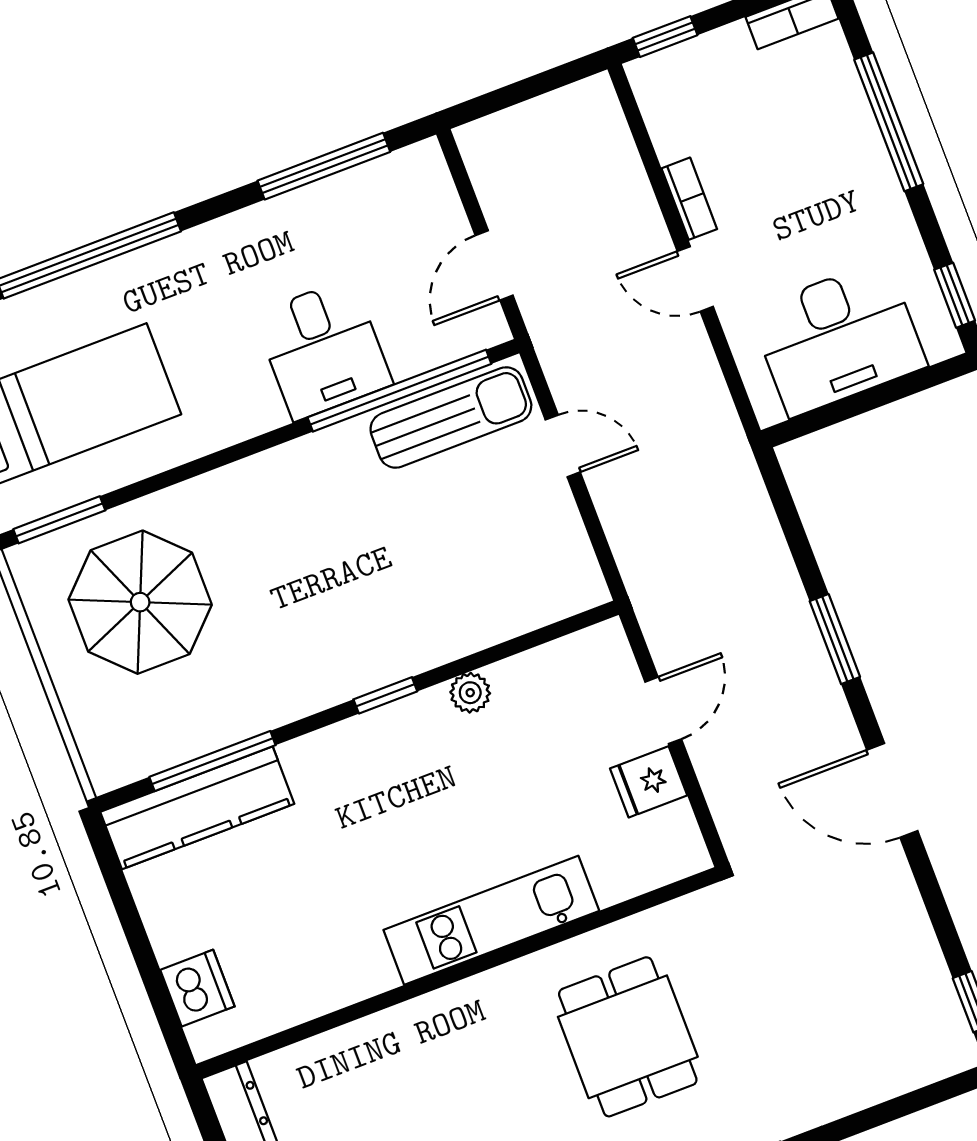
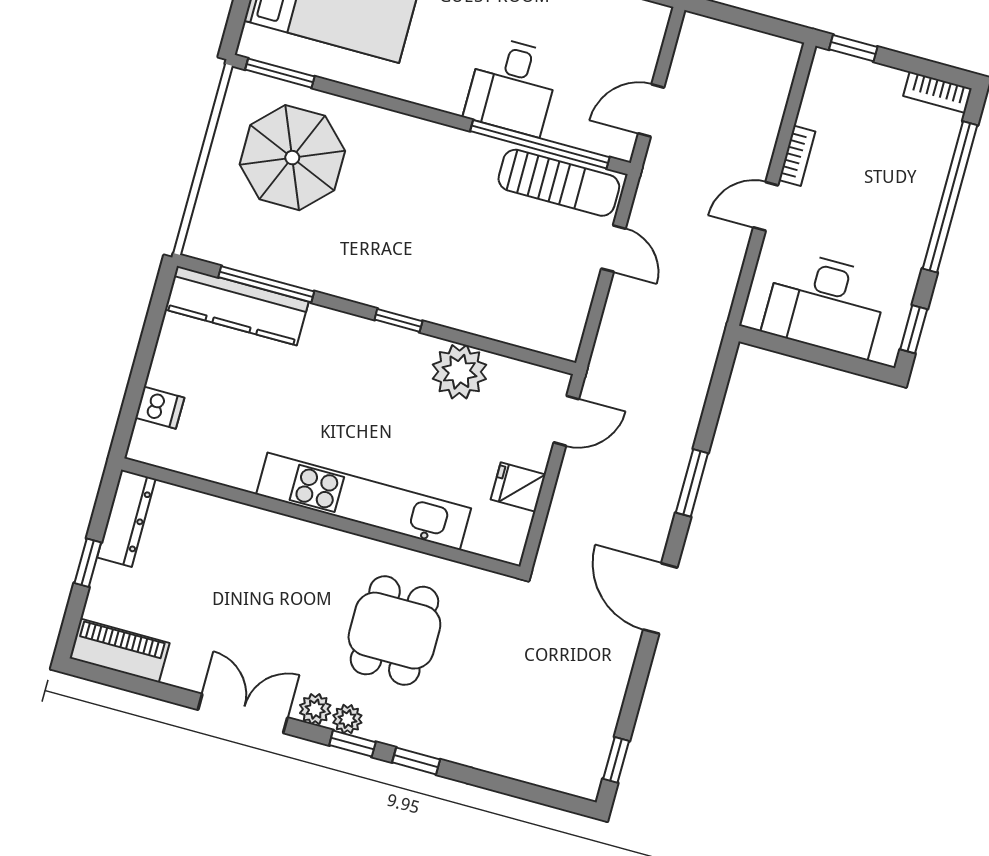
window: (889, 122) -> (950, 197), width x1.46
door: (695, 279) -> (766, 206), hinge flipped
plant: (470, 693) -> (459, 372), width x1.87, depth x1.87
door: (663, 710) -> (566, 421), moved
kitchen unit: (491, 920) -> (364, 501), width x1.36
dishwasher: (197, 988) -> (160, 408), width x0.73

